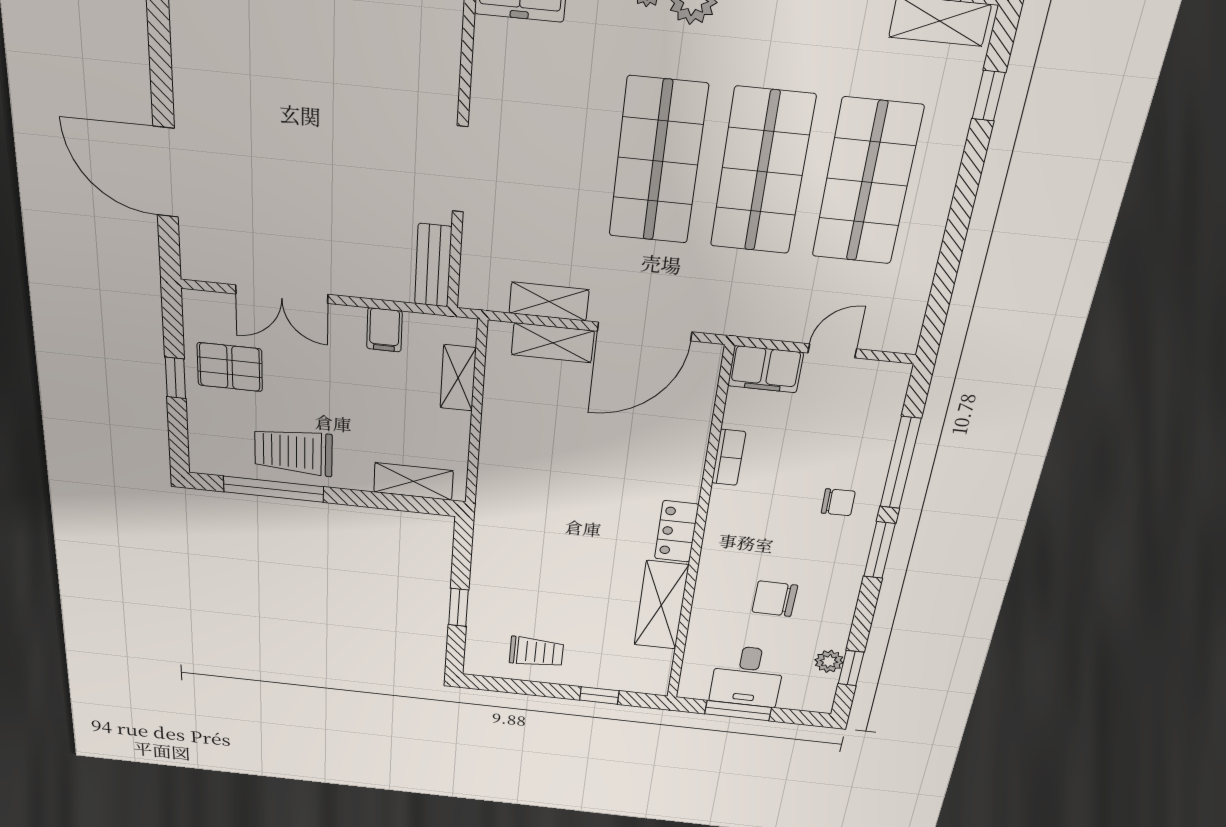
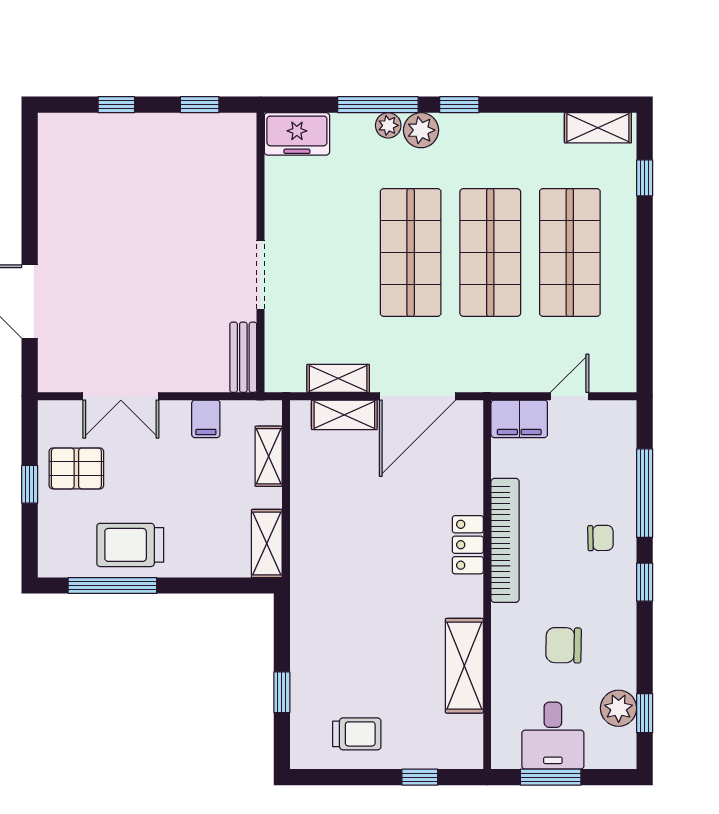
bookcase: (729, 457) -> (505, 540), width x2.31, depth x1.31
shelving: (413, 481) -> (267, 543), moved, turned 90
locker: (676, 531) -> (468, 545), moved
window: (879, 550) -> (645, 582), width x0.67
plant: (829, 661) -> (619, 708), width x1.38, depth x1.38

